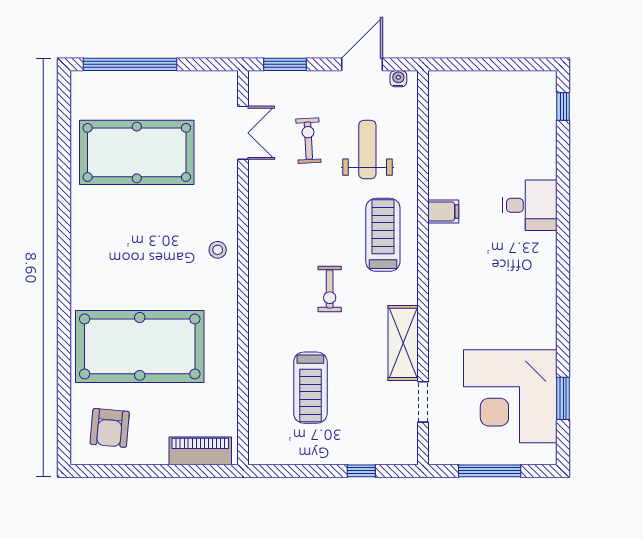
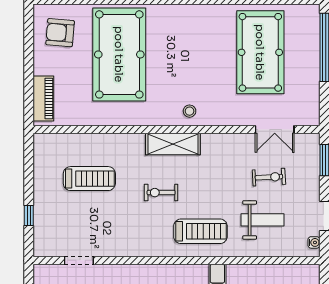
shelving: (403, 343) -> (173, 144), moved
treadmill: (310, 388) -> (89, 179), turned 180

